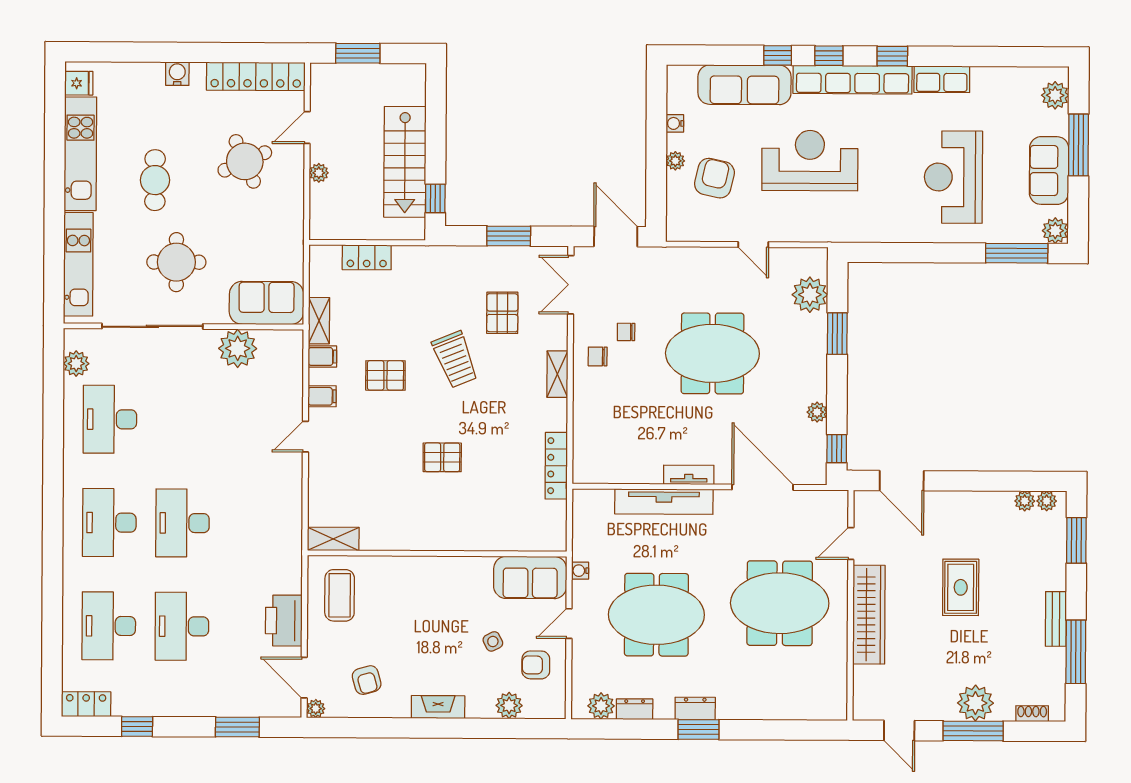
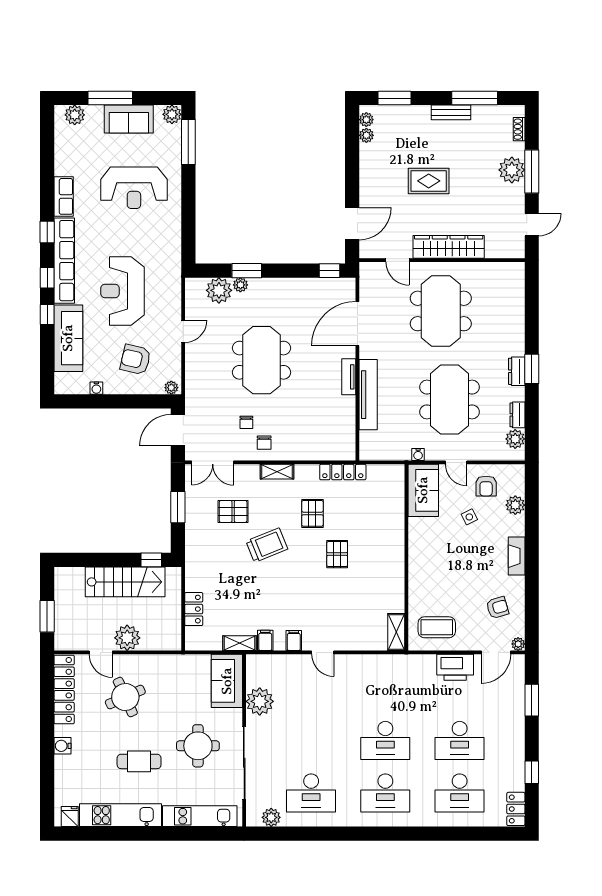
plant: (675, 161) -> (171, 388), moved
plant: (319, 173) -> (127, 638), width x1.88, depth x1.88
pallet: (385, 375) -> (312, 513), moved
plant: (817, 412) -> (240, 285), moved

